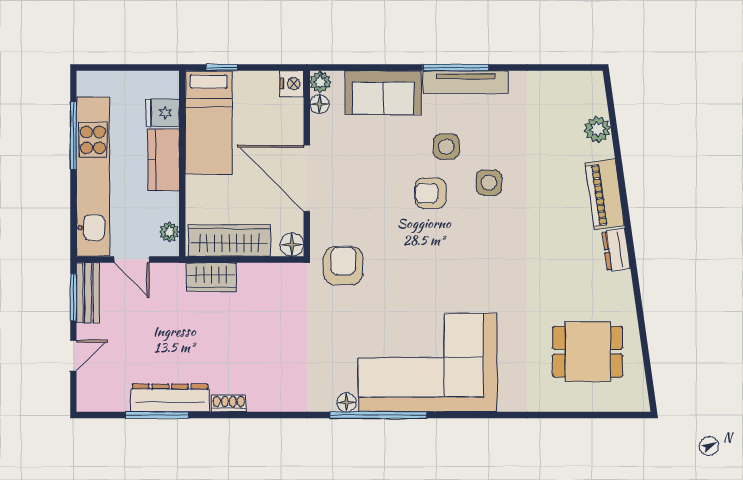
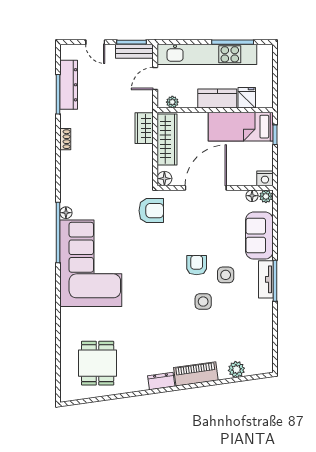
tv unit: (466, 82) -> (266, 279), width x0.71
dresser: (170, 398) -> (69, 85), moved

